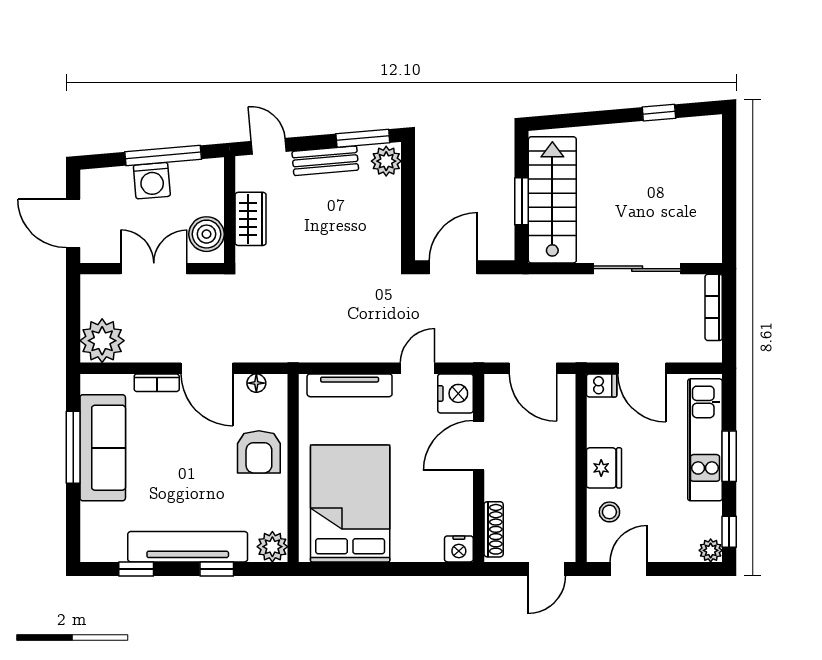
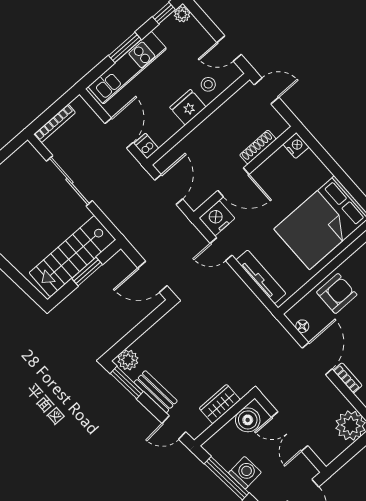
door: (269, 146) -> (174, 428), hinge flipped
shoe rack: (494, 529) -> (258, 147), moved

